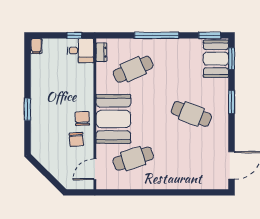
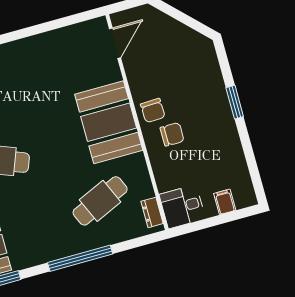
window: (74, 35) -> (197, 226), removed
filing cabinet: (36, 46) -> (225, 202), moved
chair: (76, 139) -> (172, 134), moved, turned 95
cafe table: (133, 159) -> (65, 74), removed

